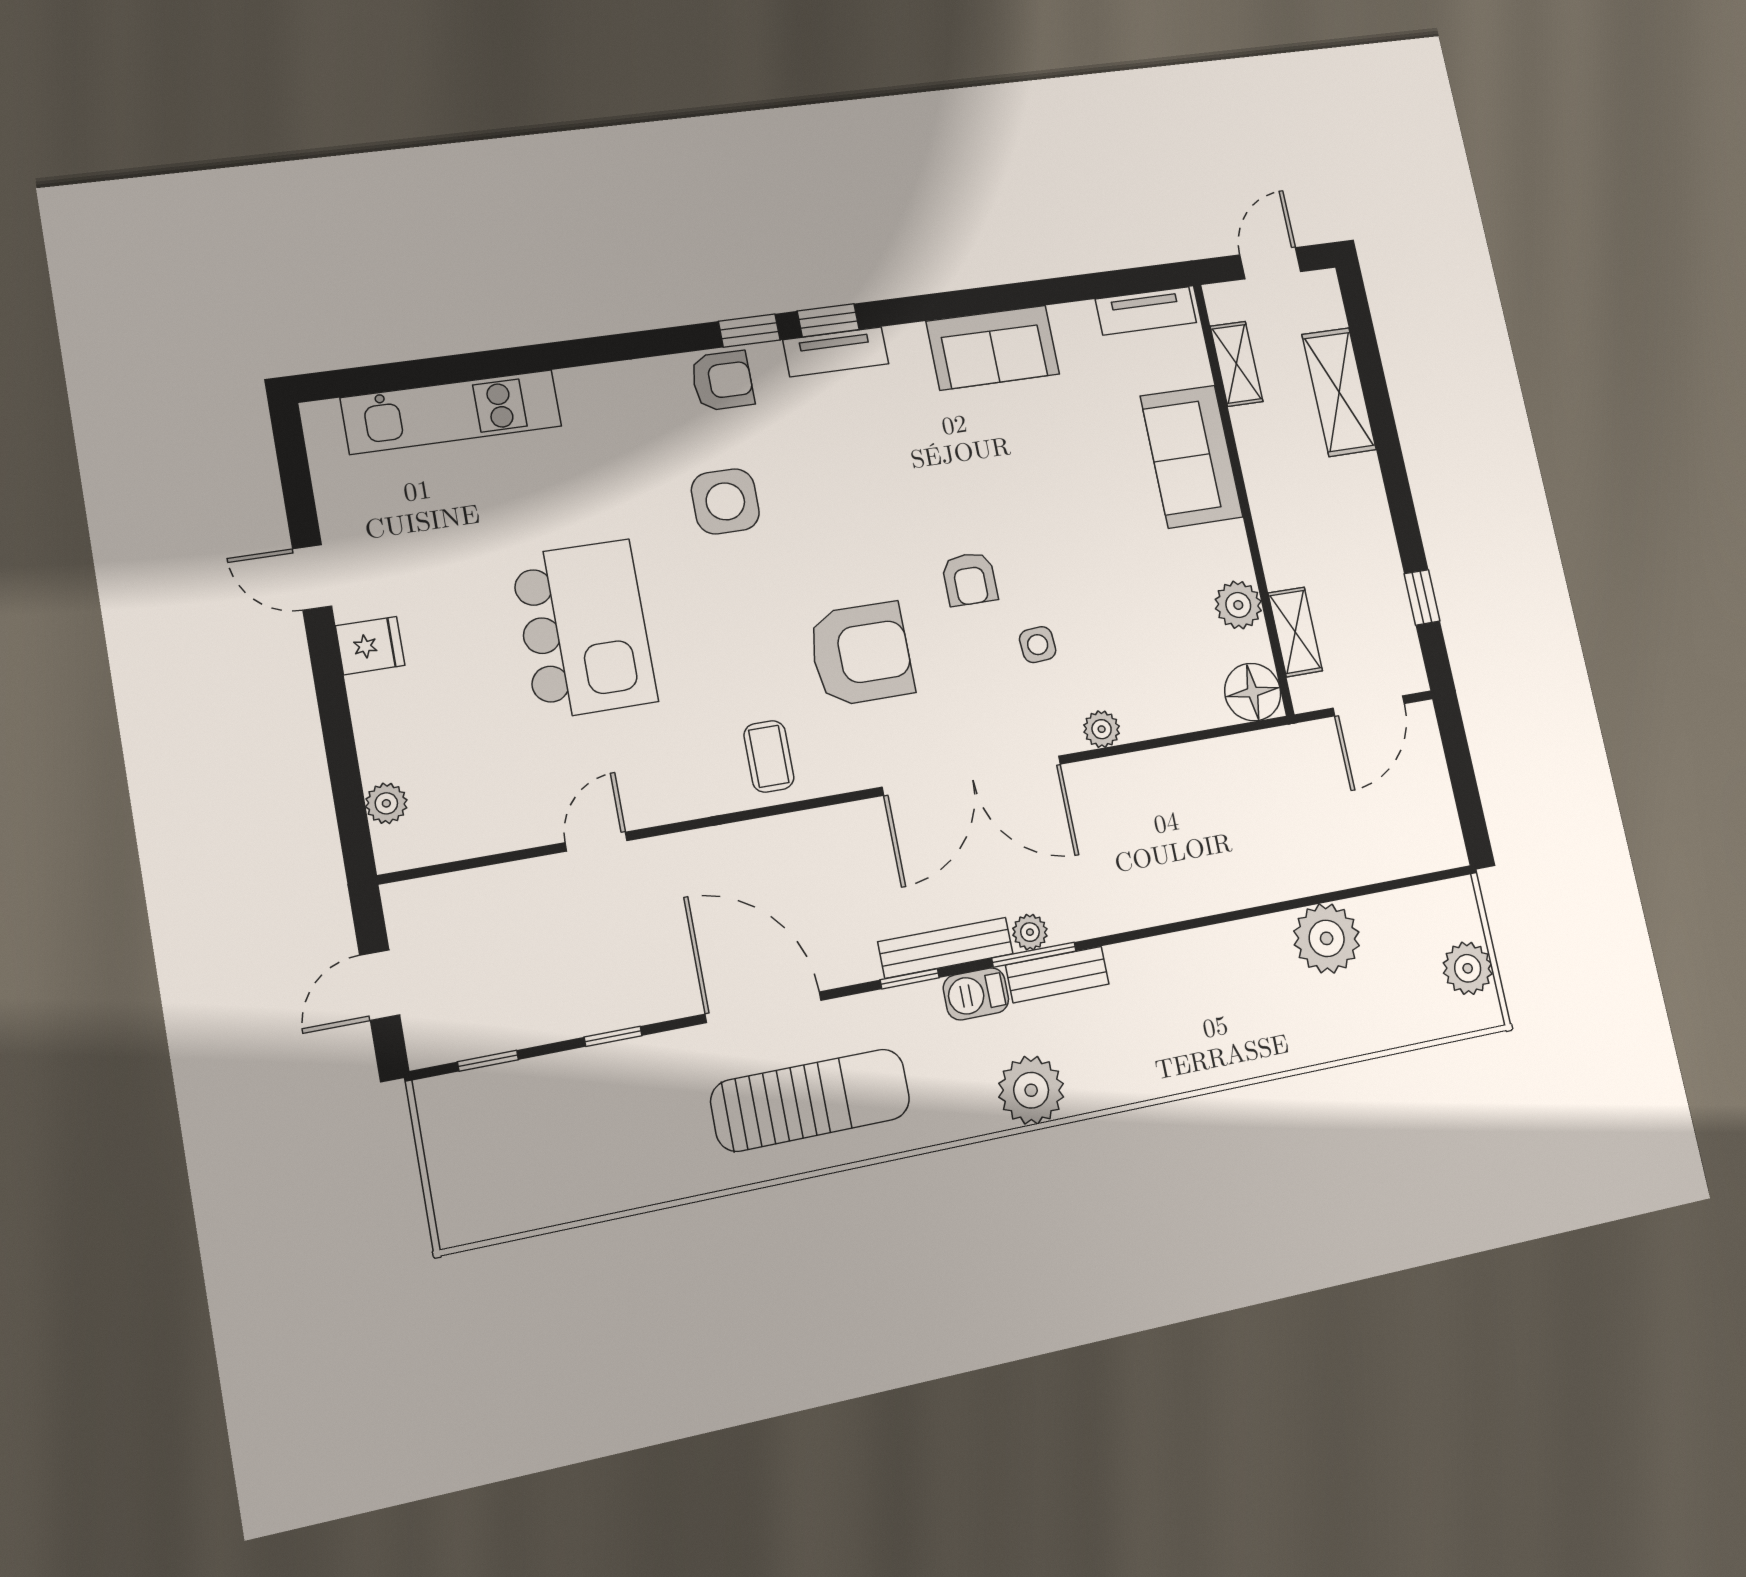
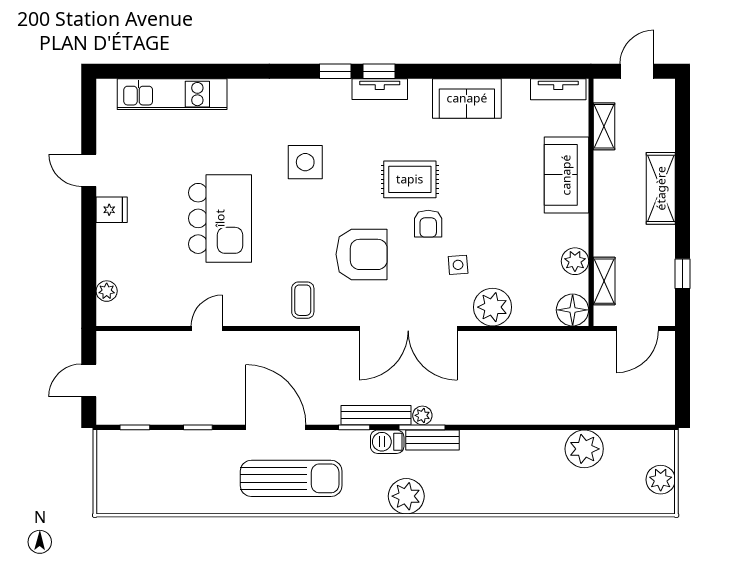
armchair: (722, 381) -> (316, 97), removed
shelving: (1339, 392) -> (661, 188), moved
rug: (921, 504) -> (410, 179), added
plant: (1102, 729) -> (492, 307), width x1.88, depth x1.88

